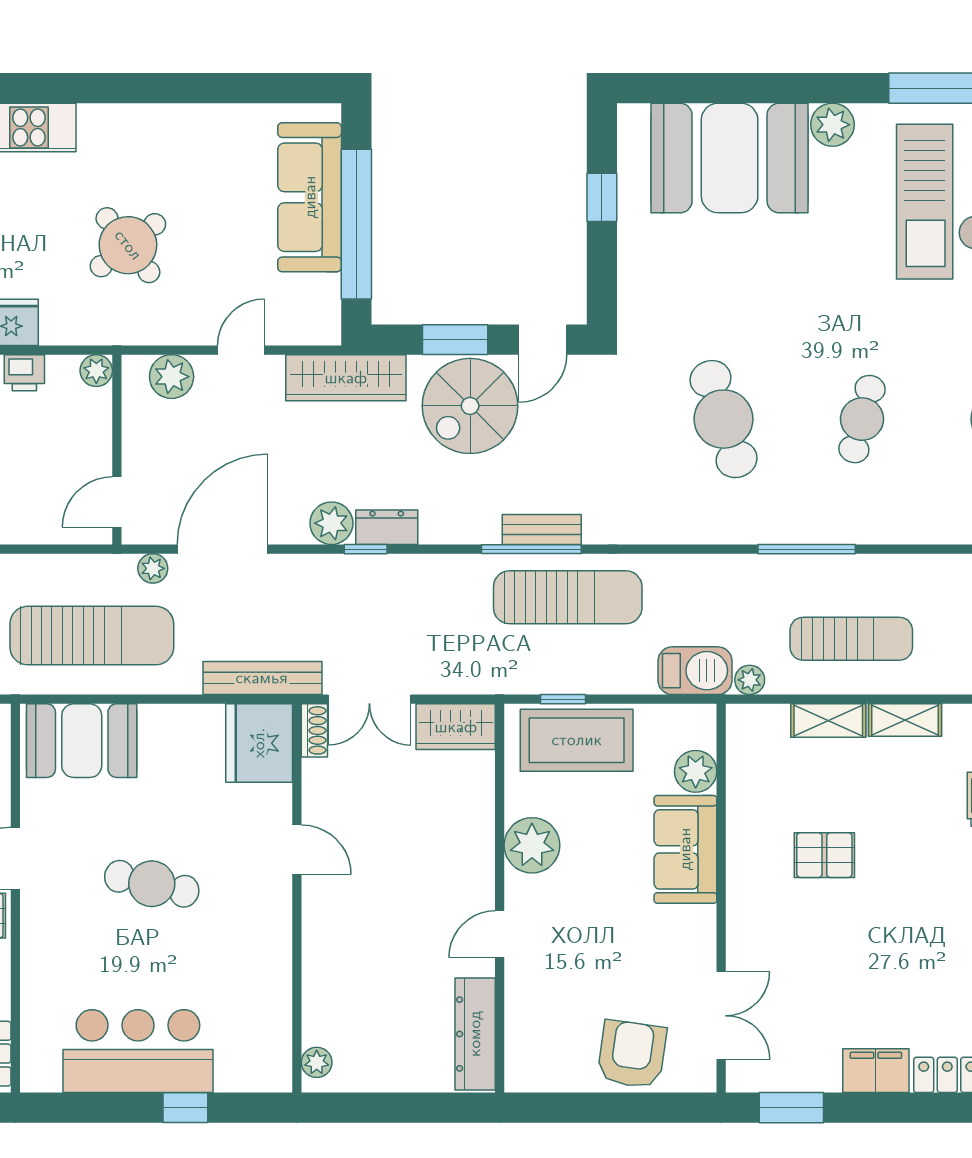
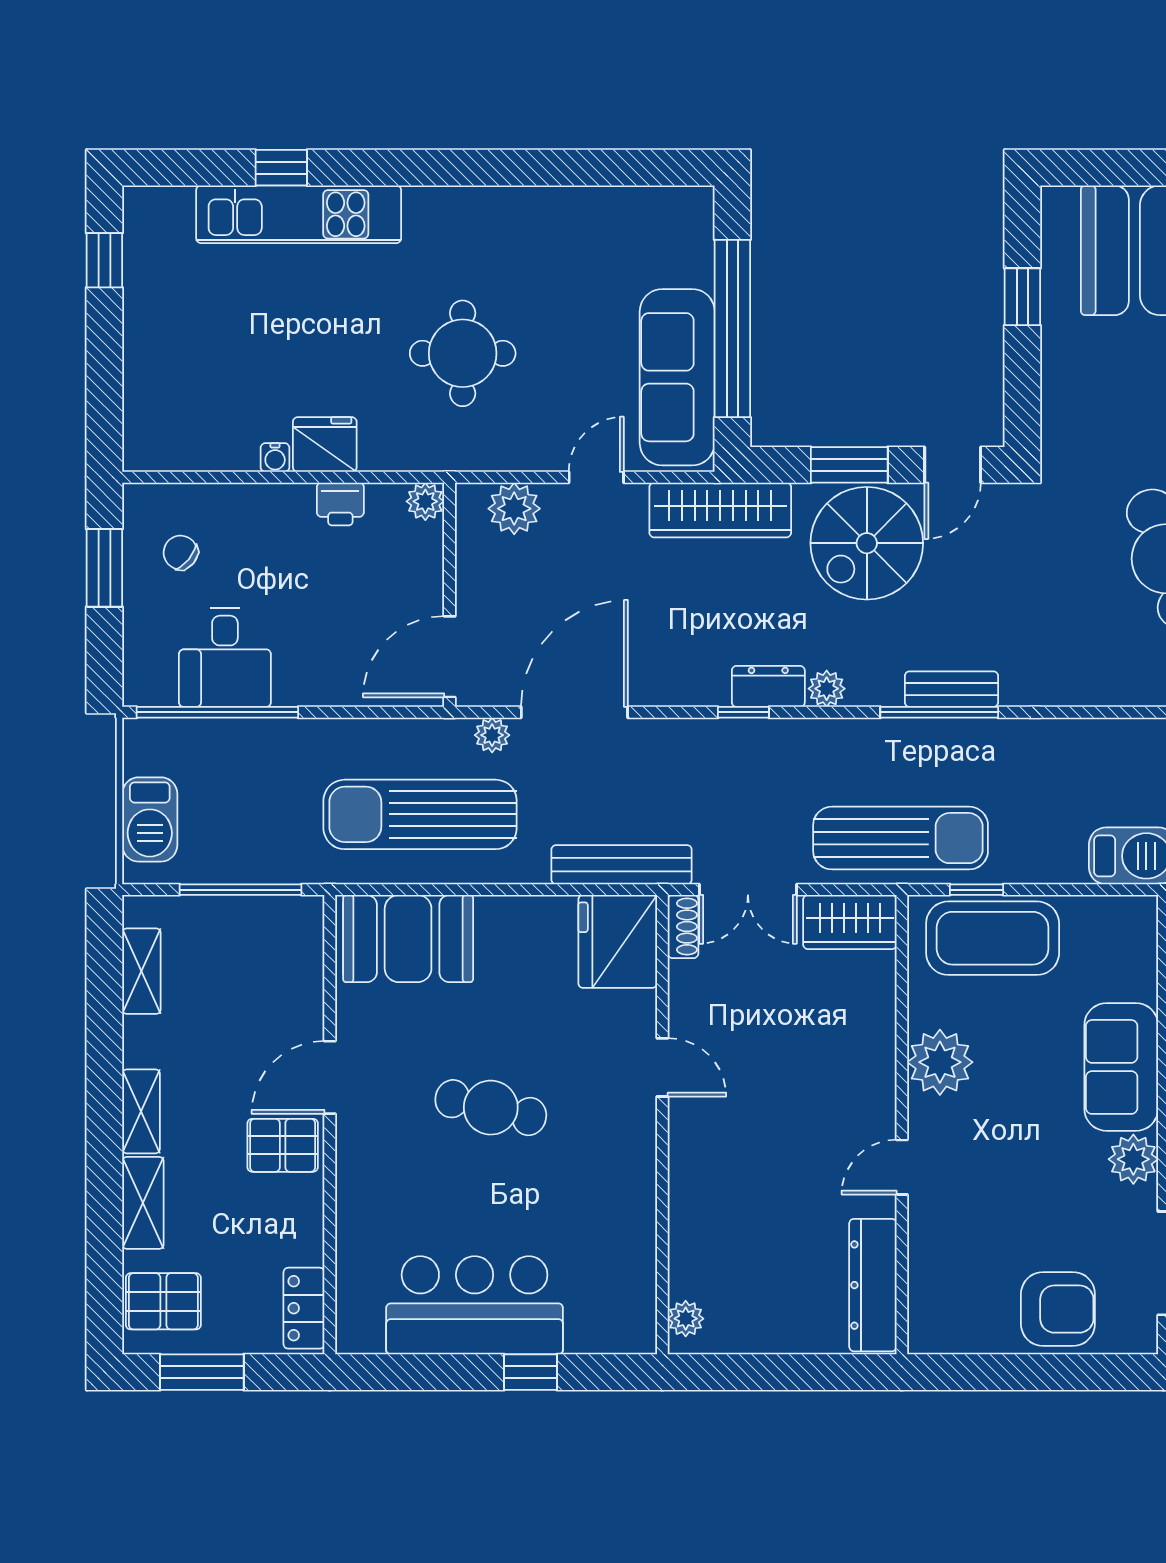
sofa: (310, 197) -> (677, 377), moved
round table: (128, 245) -> (463, 353), turned 38
door: (117, 502) -> (449, 657), width x1.38
plant: (331, 523) -> (827, 689), moved, width x0.73, depth x0.73
sun lounger: (568, 597) -> (901, 838), moved
sun lounger: (92, 636) -> (420, 814), turned 180
plant: (696, 771) -> (1133, 1159), moved
armchair: (632, 1054) -> (1058, 1309), turned 82

